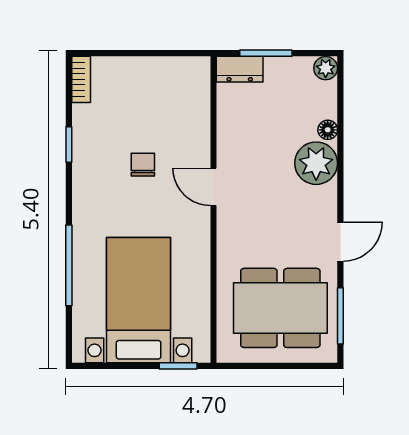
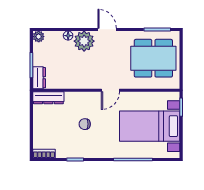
dresser: (198, 89) -> (48, 98), added
door: (213, 187) -> (110, 90), moved
door: (340, 242) -> (107, 29), moved
dining table: (280, 308) -> (153, 58), turned 90

